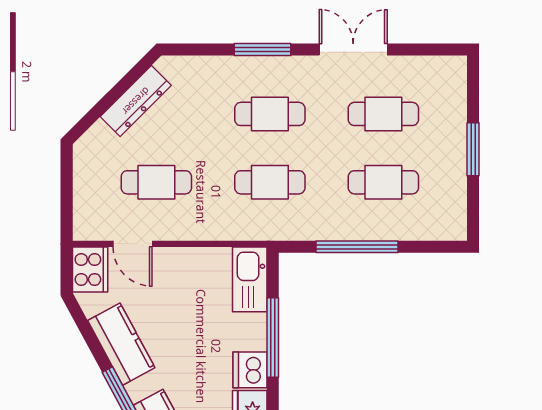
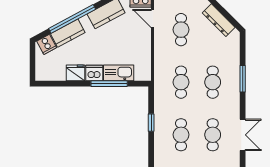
double door: (353, 49) -> (243, 135), moved
door: (132, 244) -> (153, 19), hinge flipped
window: (357, 247) -> (151, 123), width x0.46
kitchen sink: (250, 279) -> (119, 73), moved

